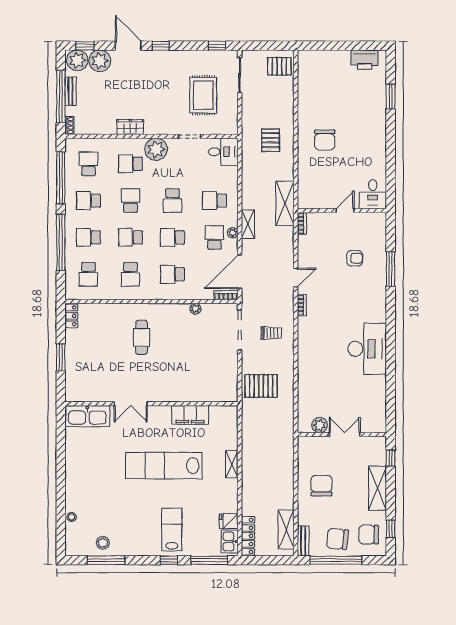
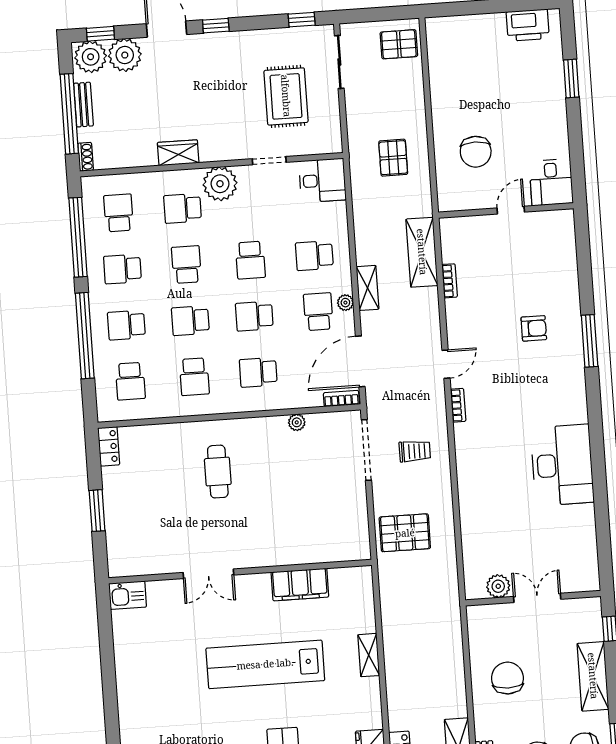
desk: (373, 194) -> (551, 182), moved
wall: (342, 211) -> (506, 210), moved
door: (345, 211) -> (511, 210), moved
kitchen sink: (87, 416) -> (128, 595), width x0.53, depth x0.81

